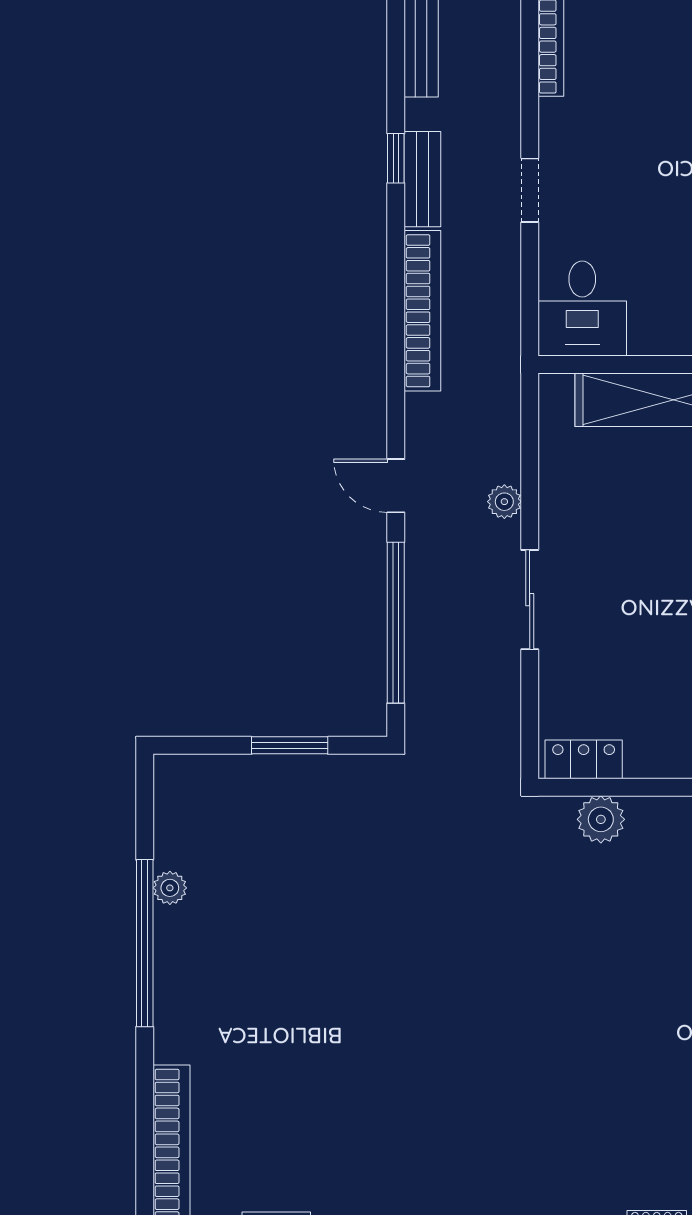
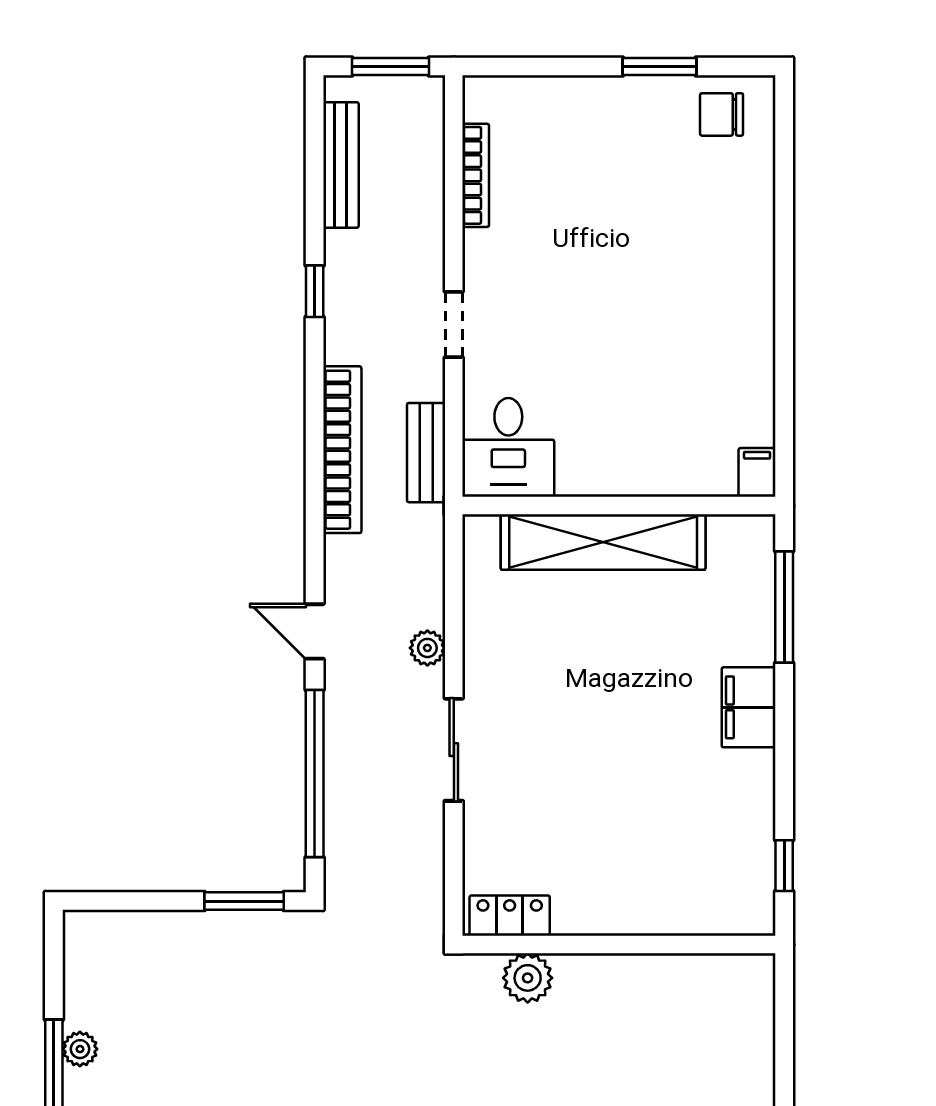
bench: (422, 179) -> (426, 453), moved
window: (290, 745) -> (244, 901), moved

